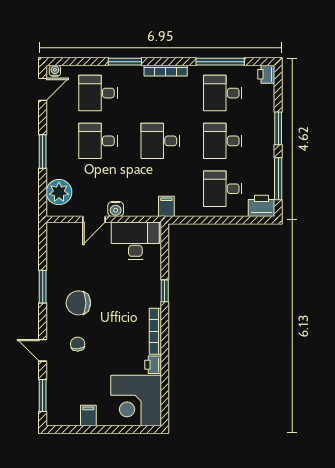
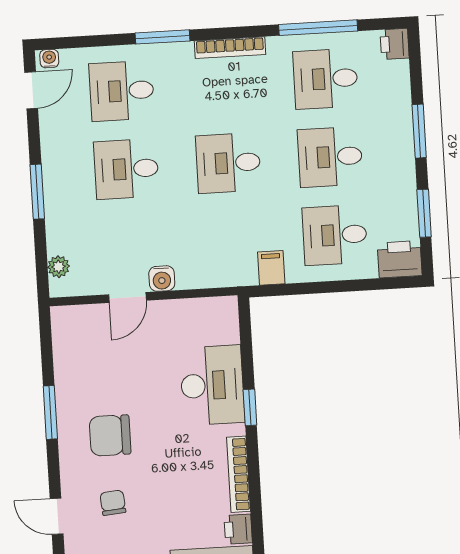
window: (278, 179) -> (424, 213), width x0.69
plant: (59, 192) -> (59, 267), width x0.53, depth x0.53
filing cabinet: (166, 206) -> (271, 268), moved
desk: (135, 241) -> (212, 385), moved, turned 90

